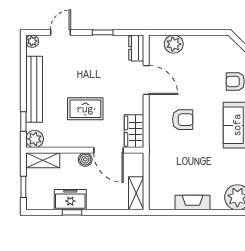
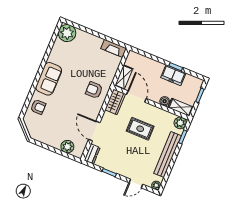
armchair: (183, 120) -> (94, 90), moved
boiler: (85, 160) -> (165, 101), moved
shelving: (136, 193) -> (124, 77), moved
fireplace: (193, 203) -> (114, 48), moved

